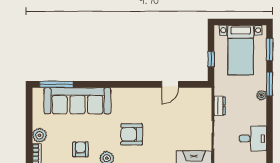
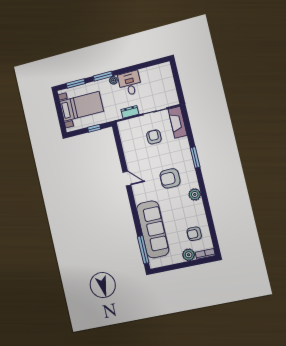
door: (170, 84) -> (127, 179), moved
armchair: (184, 127) -> (154, 137), added
armchair: (132, 134) -> (170, 178), turned 90
desk: (253, 139) -> (130, 83), moved
armchair: (80, 149) -> (194, 234), moved

